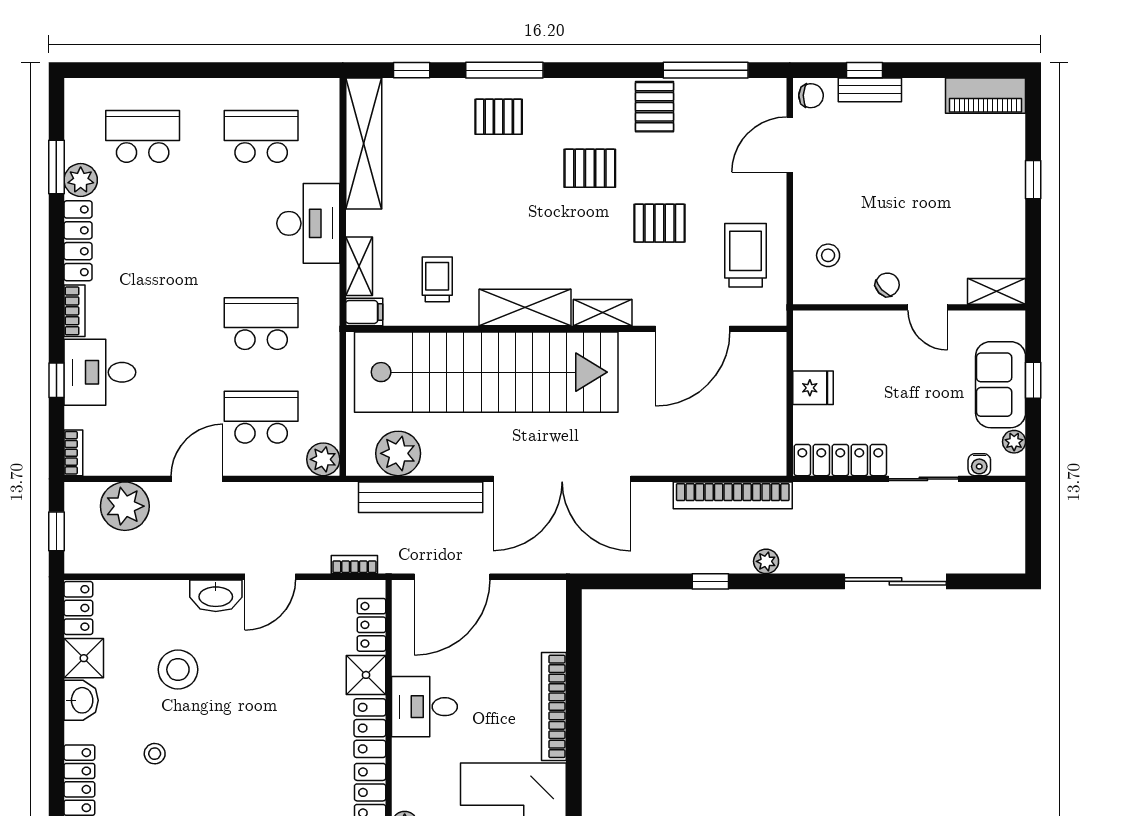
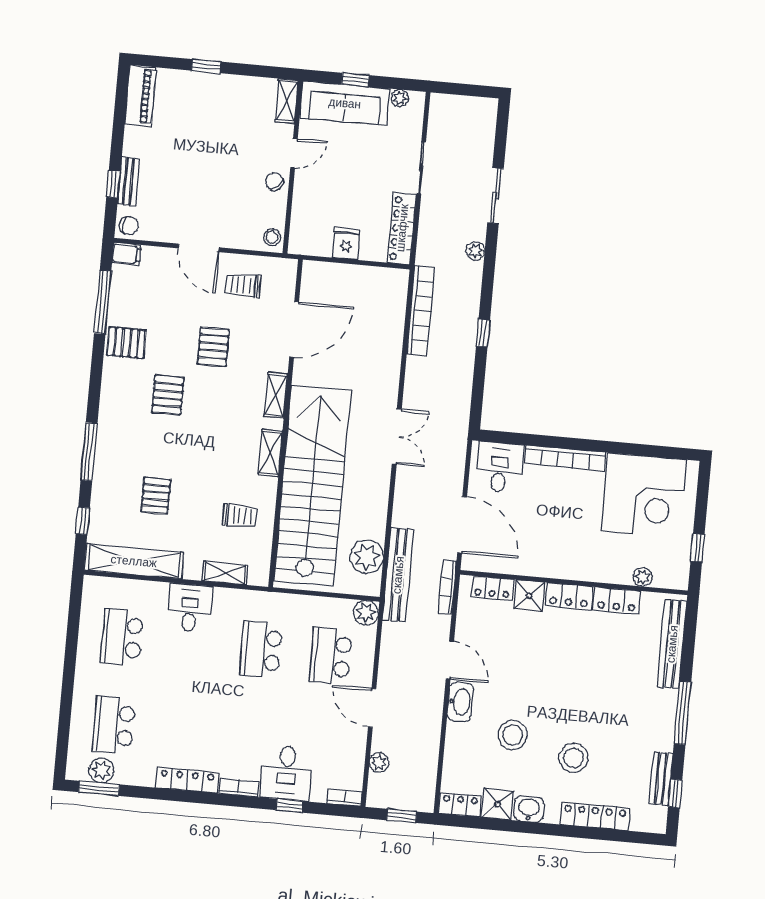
chair: (811, 96) -> (129, 226), turned 88
pallet: (499, 117) -> (156, 496), moved
door: (790, 145) -> (199, 248), moved
window: (56, 167) -> (99, 788), moved
plant: (81, 180) -> (101, 770), moved
desk: (308, 223) -> (190, 608), width x0.73
trolley: (746, 255) -> (243, 285), width x0.73, depth x0.72
stool: (828, 255) -> (272, 237), moved
trolley: (437, 279) -> (240, 516), turned 180
shelving: (525, 307) -> (270, 453), width x0.67, depth x0.75
filing cabinet: (364, 312) -> (127, 254), moved, turned 90
door: (692, 329) -> (294, 329), hinge flipped
sofa: (1001, 385) -> (345, 103), width x1.36
water cooler: (979, 465) -> (414, 125), removed
double door: (562, 479) -> (397, 437), width x0.54
bench: (421, 497) -> (398, 575), moved
plant: (125, 506) -> (379, 763), width x0.53, depth x0.53
plant: (766, 561) -> (476, 251), moved
bookcase: (354, 565) -> (447, 587), width x1.56
sliding door: (895, 581) -> (496, 196), width x0.73
desk: (424, 707) -> (499, 467), moved, turned 180
stool: (155, 754) -> (573, 758), width x1.89, depth x1.89

